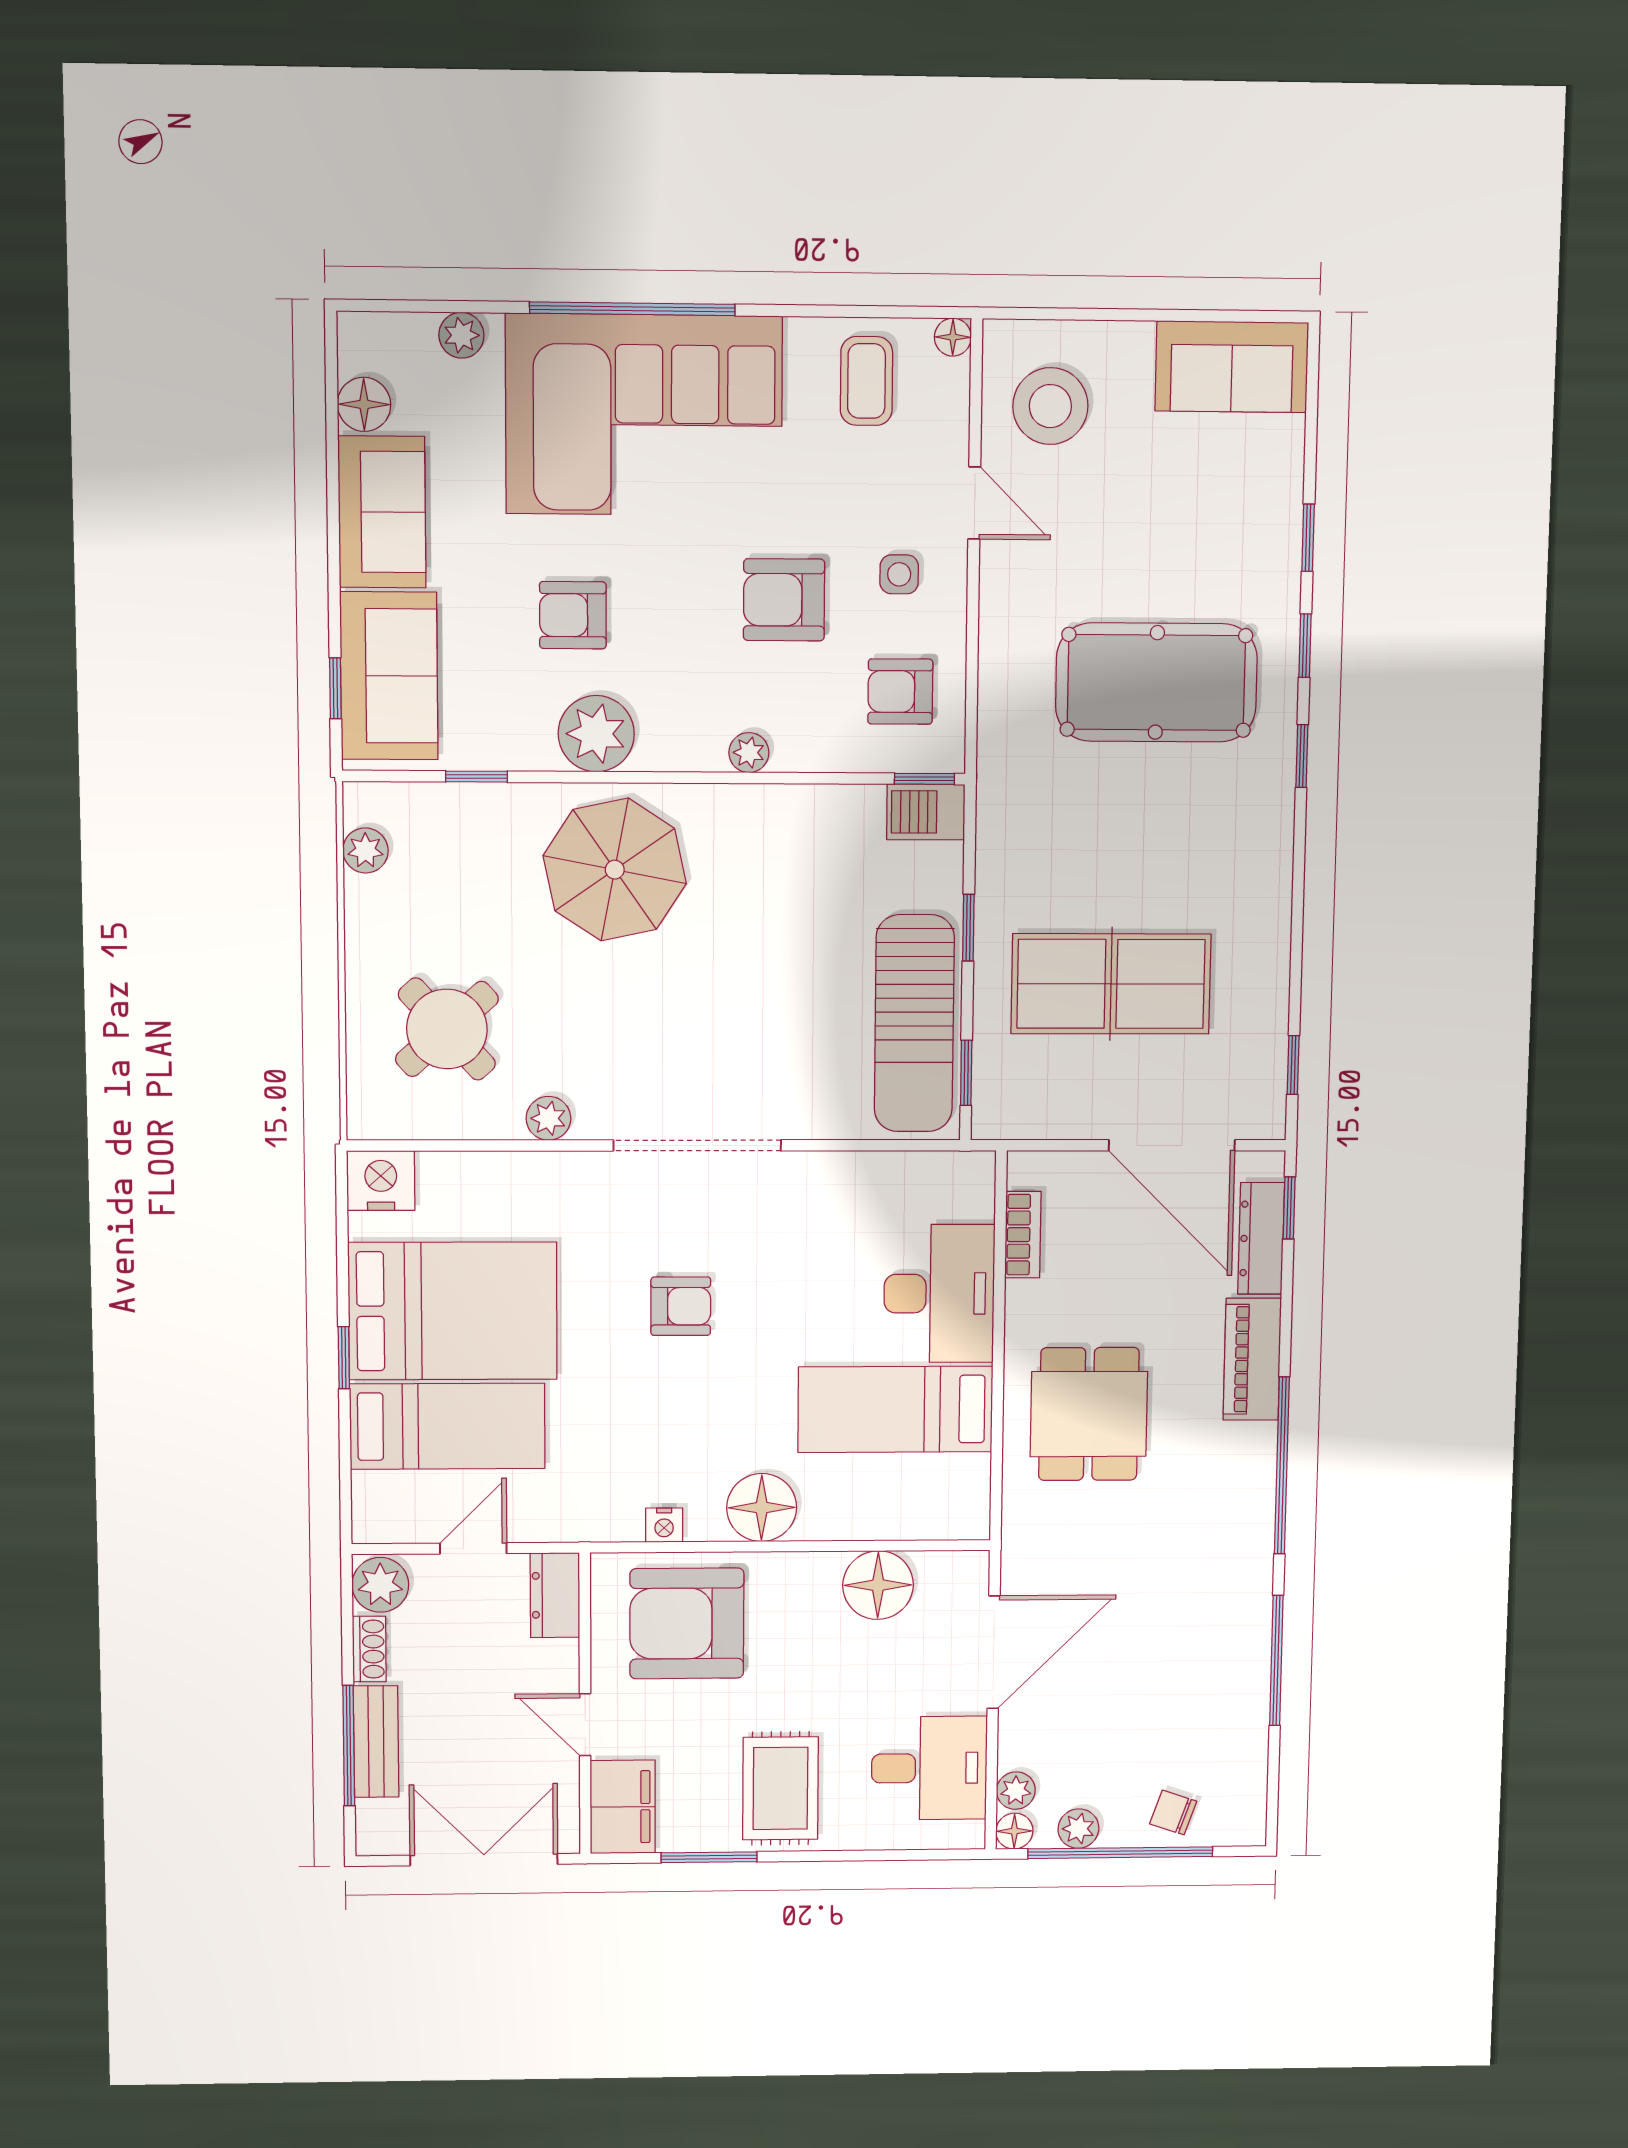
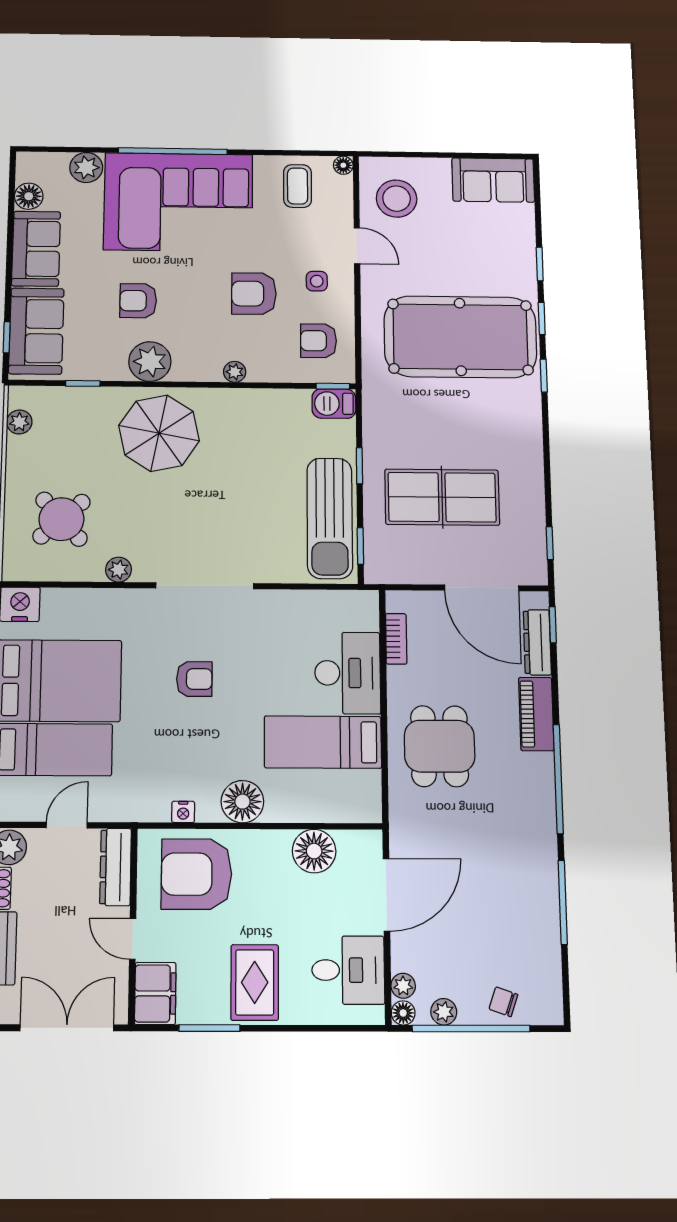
plant: (461, 335) -> (86, 167), width x1.38, depth x1.38
pool table: (1156, 682) -> (460, 337), width x1.36, depth x1.32
dresser: (555, 1595) -> (116, 867), width x1.44

